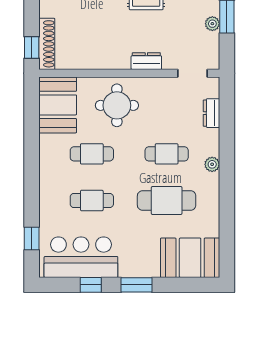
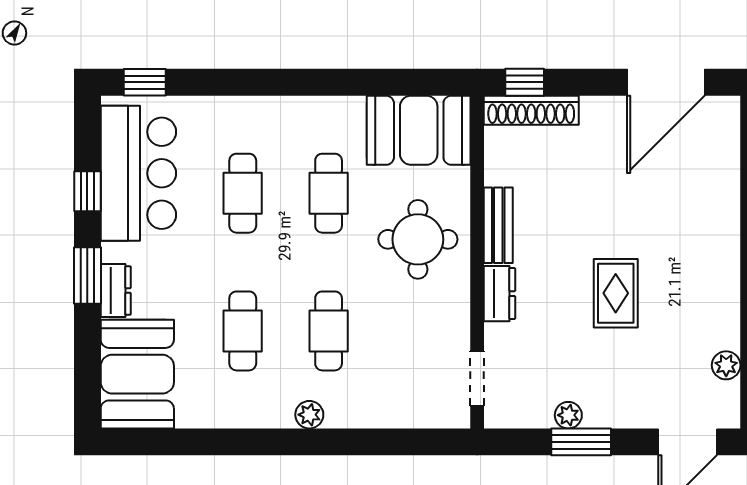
bench: (109, 62) -> (498, 225), added
dresser: (212, 113) -> (116, 290), moved, turned 90
cafe table: (167, 201) -> (243, 331), width x0.73, depth x0.74
window: (32, 238) -> (145, 82), moved

